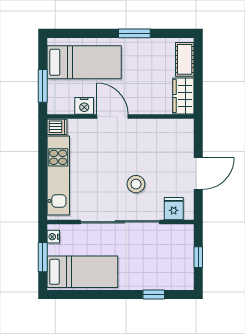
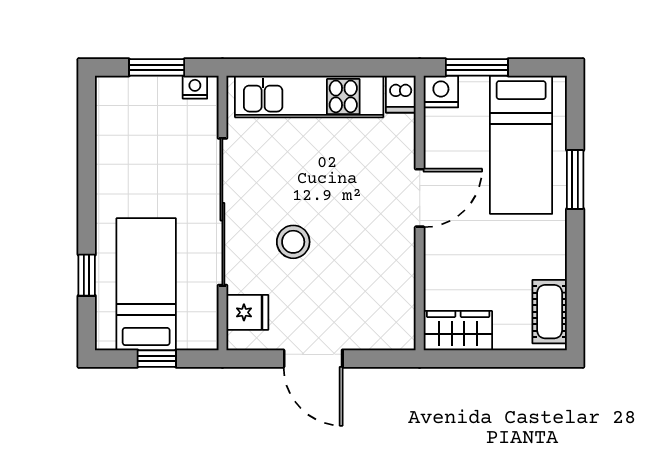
window: (134, 33) -> (575, 180), moved
cot: (185, 59) -> (550, 312), moved, turned 90
nightstand: (84, 106) -> (441, 92), moved, turned 90
bed: (82, 272) -> (146, 284), moved, turned 180

